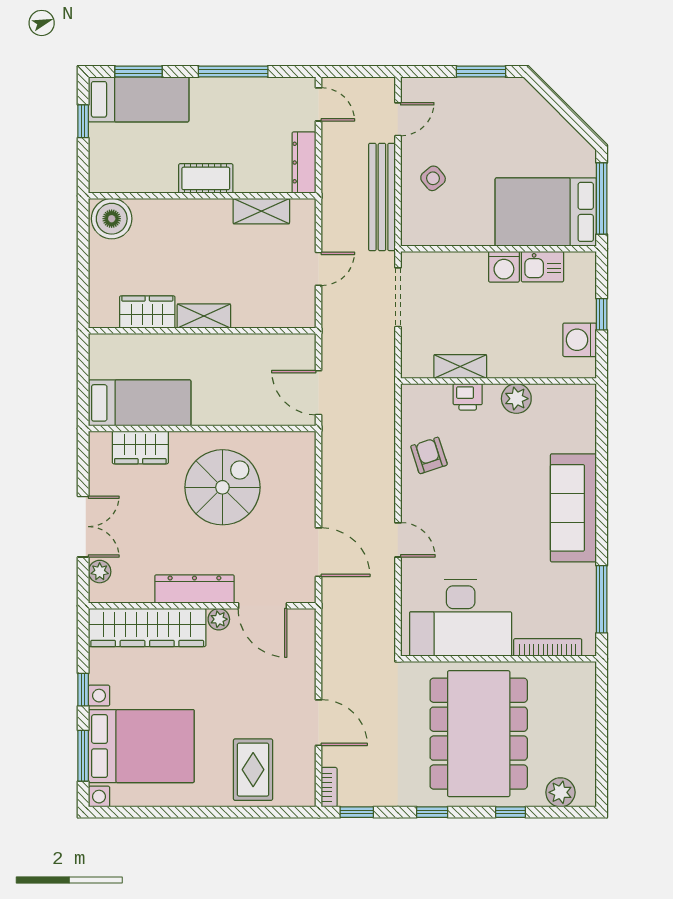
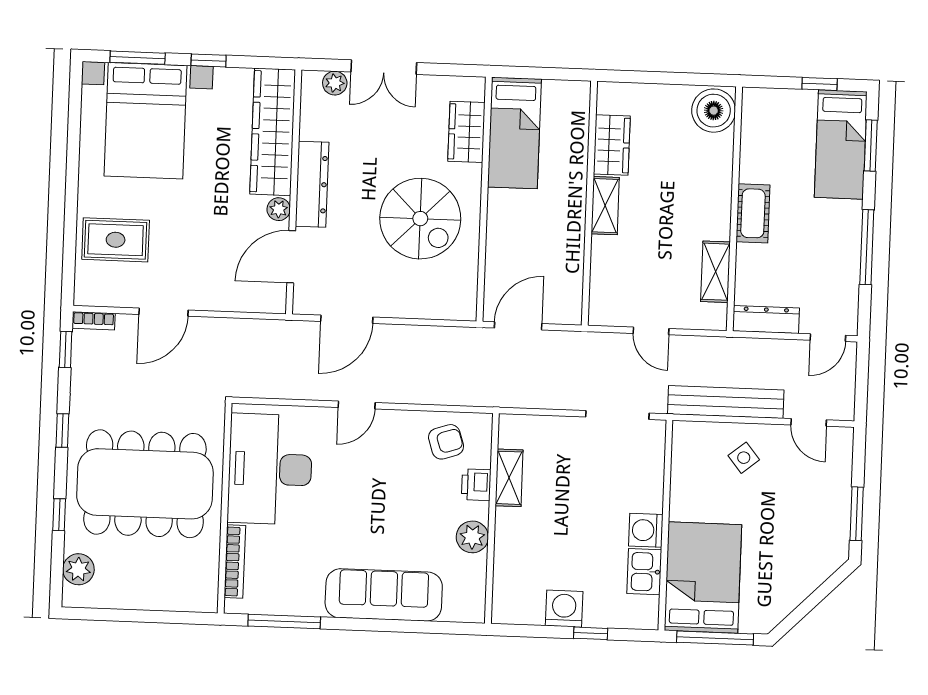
shelving: (460, 366) -> (509, 478), moved
wall: (498, 381) -> (492, 518), moved
printer: (468, 397) -> (476, 485), moved
plant: (516, 399) -> (472, 537), moved

